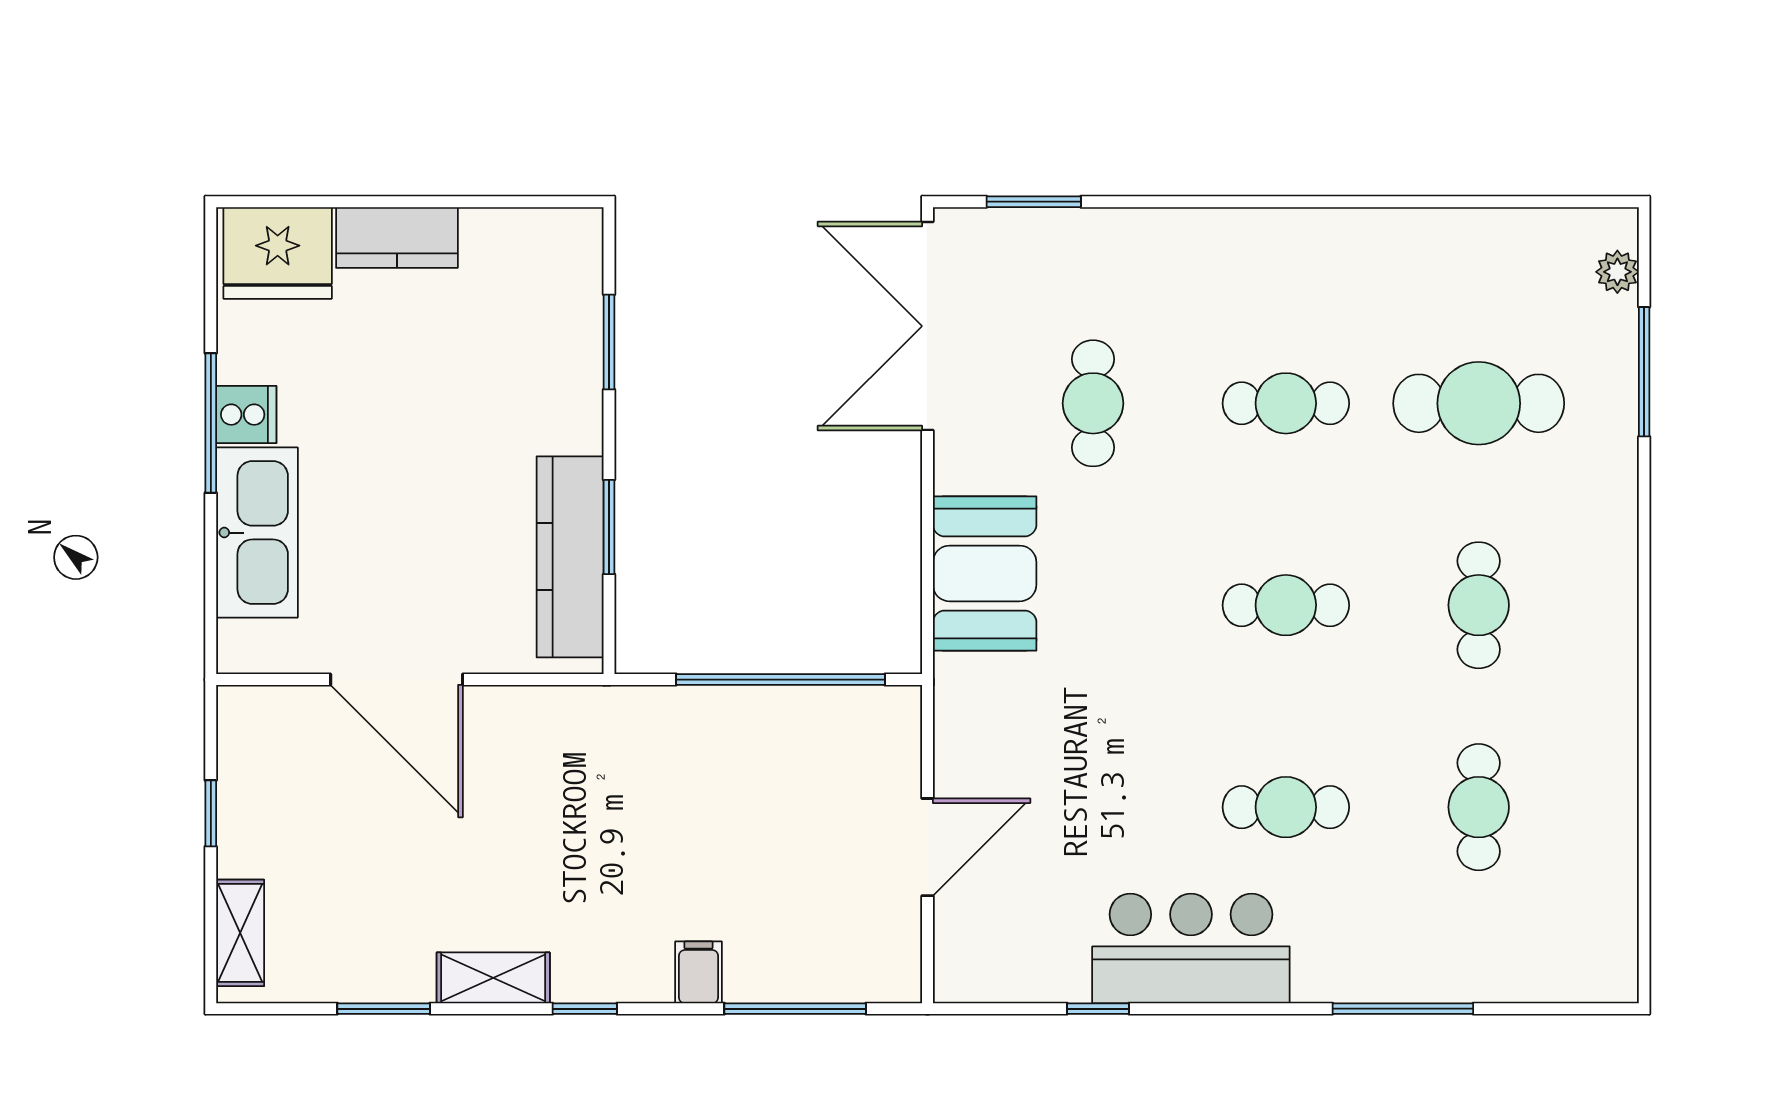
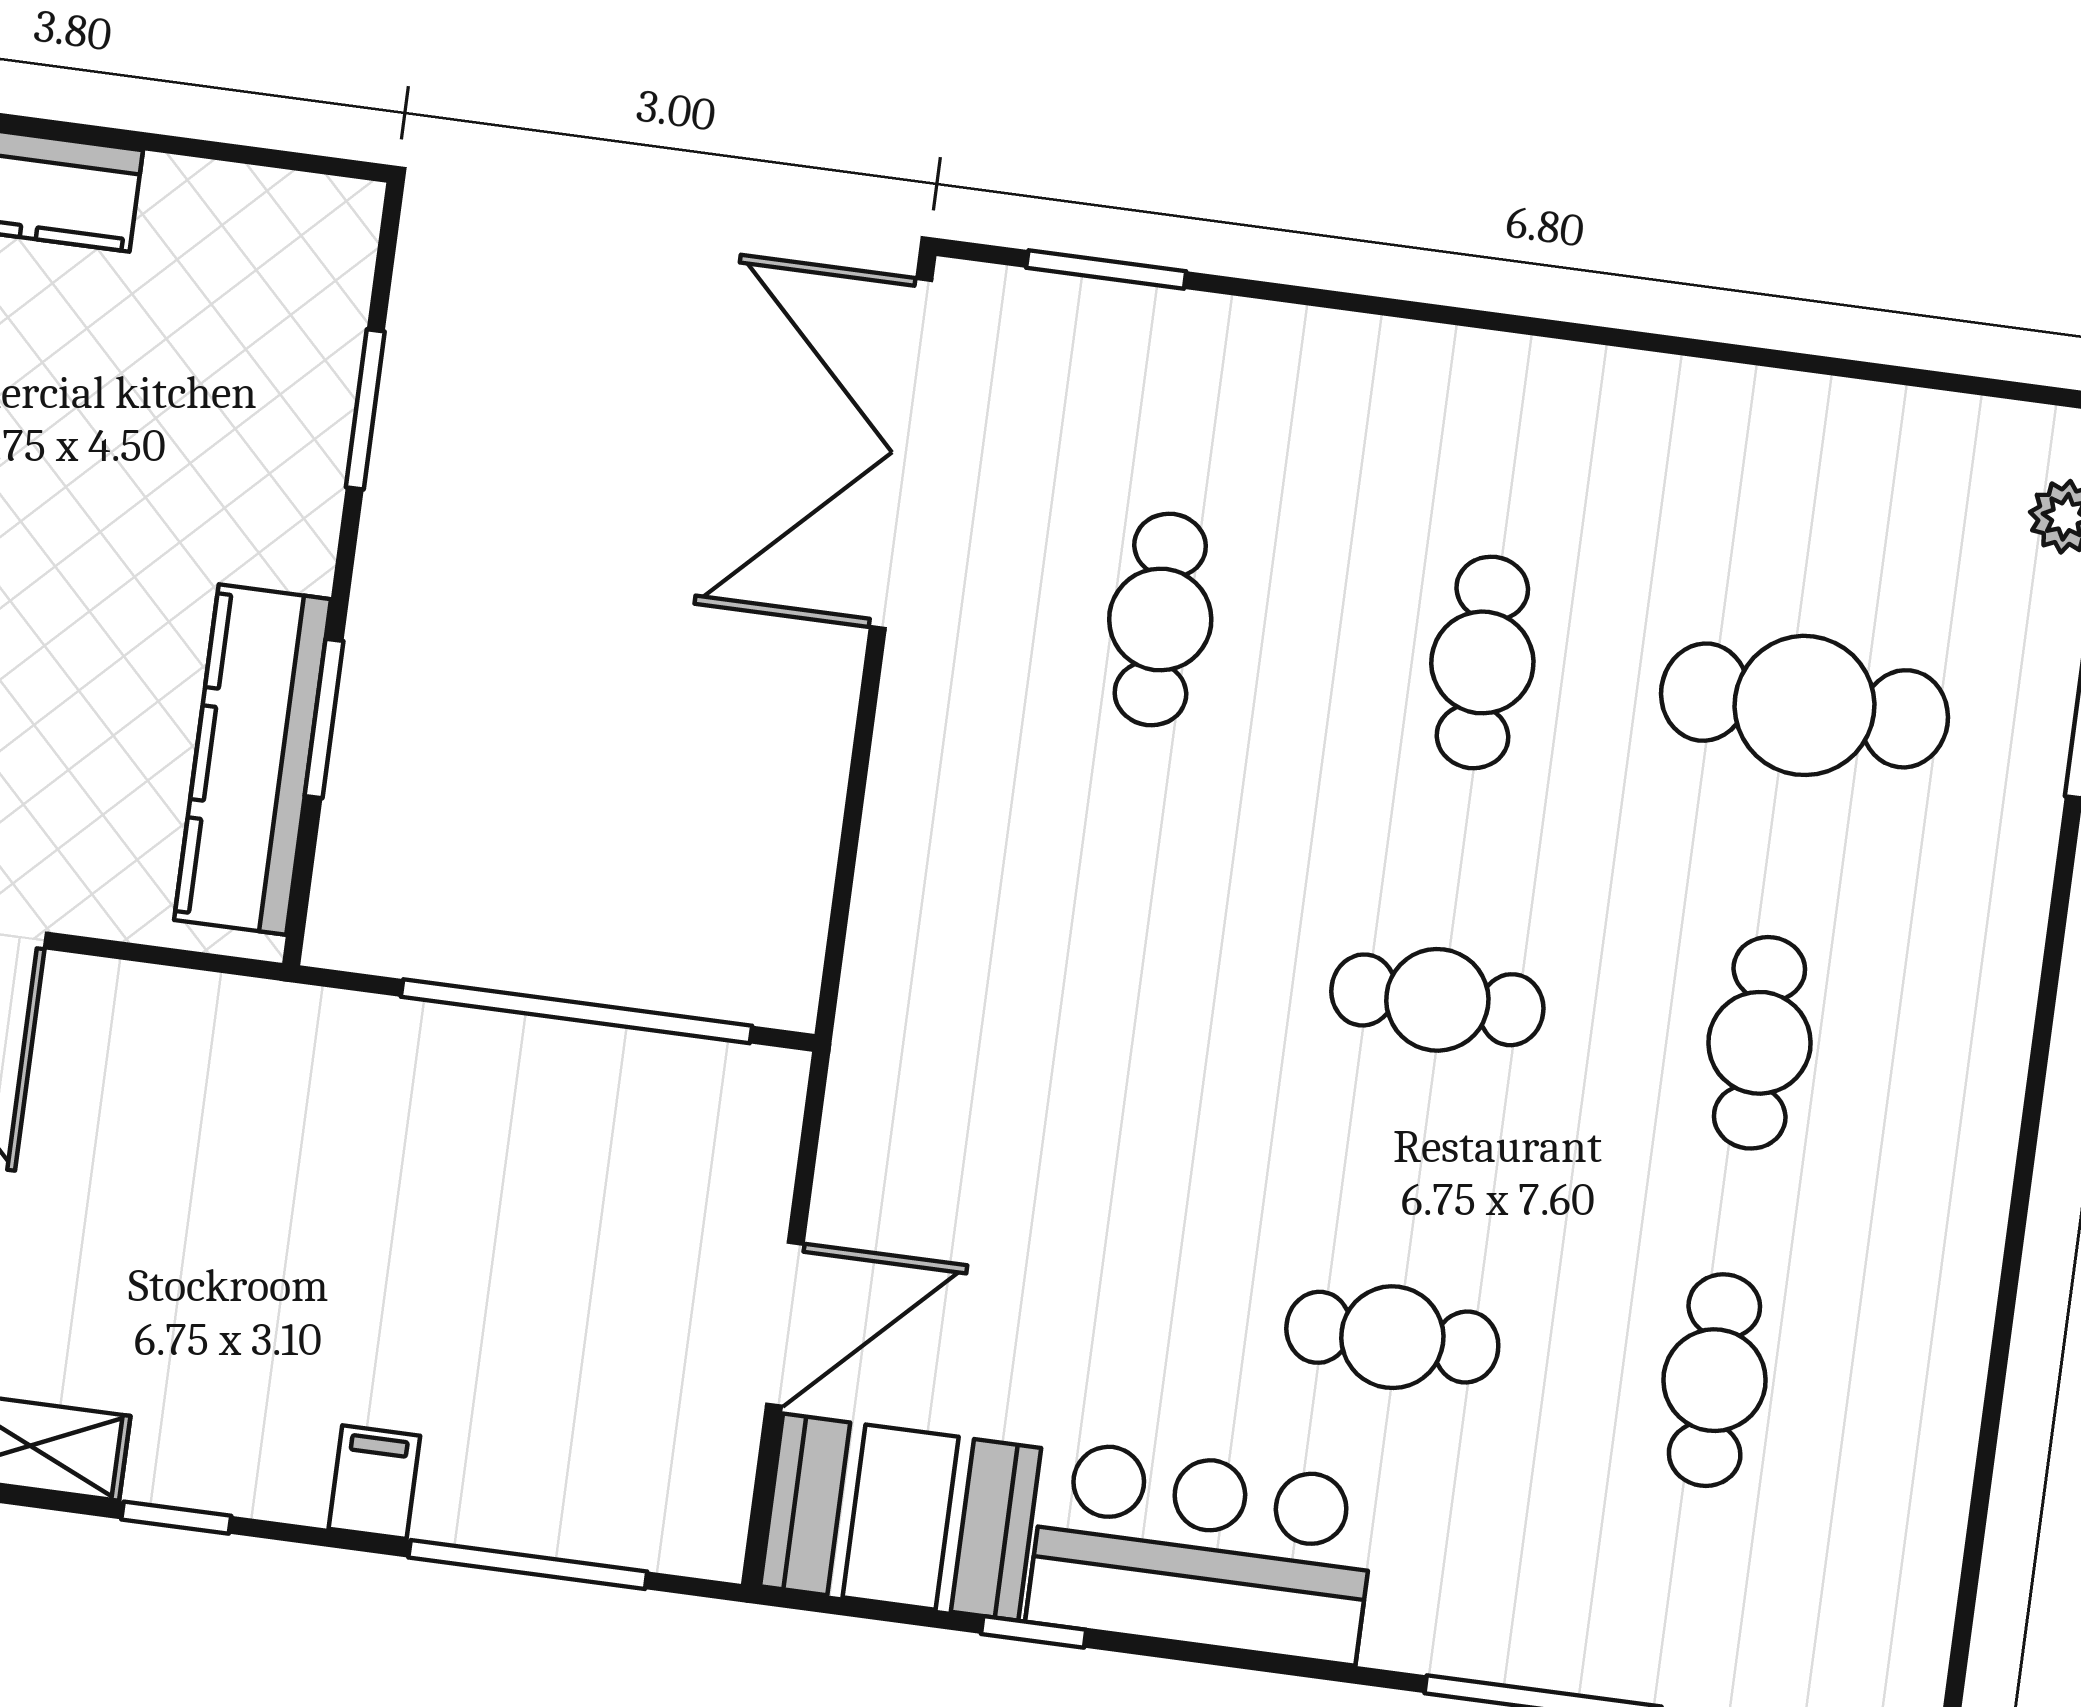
cafe table: (1286, 403) -> (1482, 662), turned 90
booth: (985, 573) -> (901, 1517), moved, turned 90

